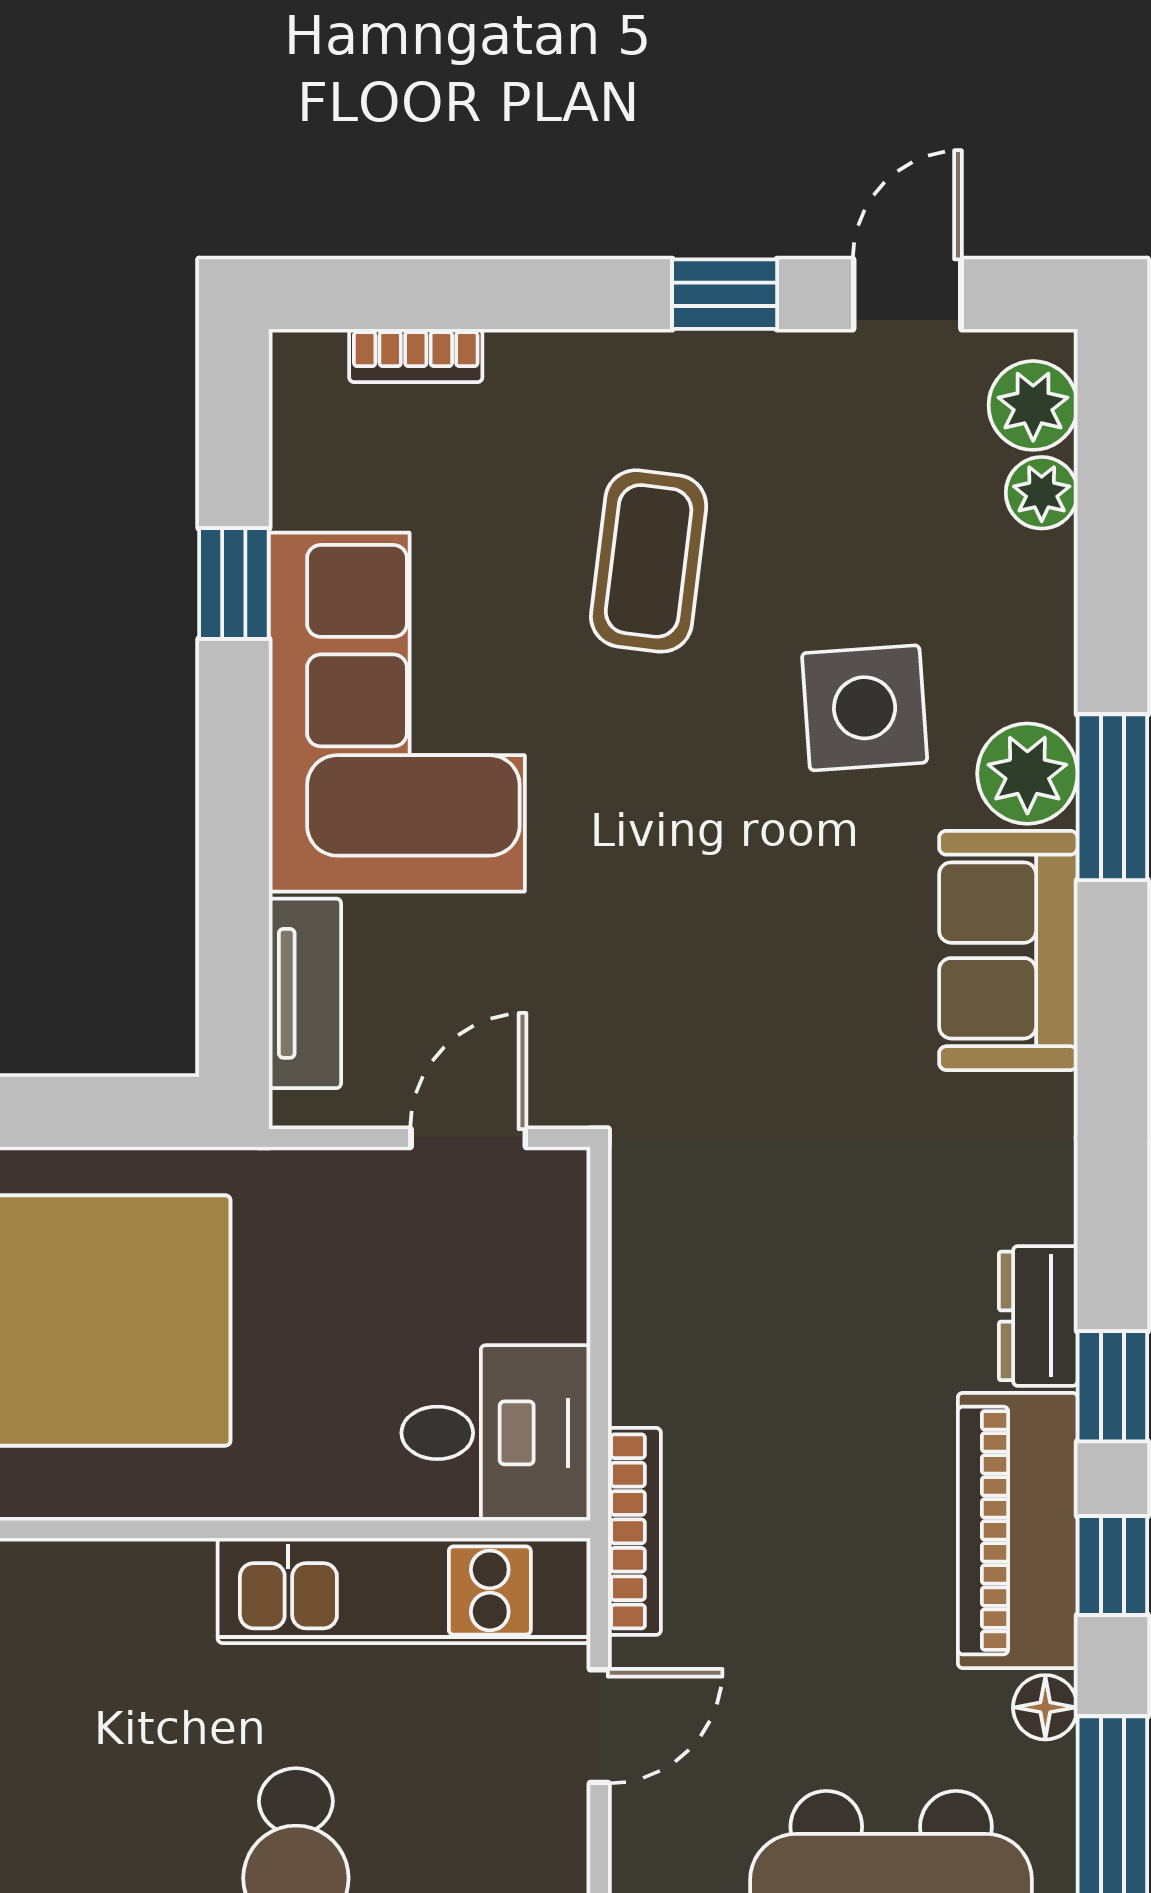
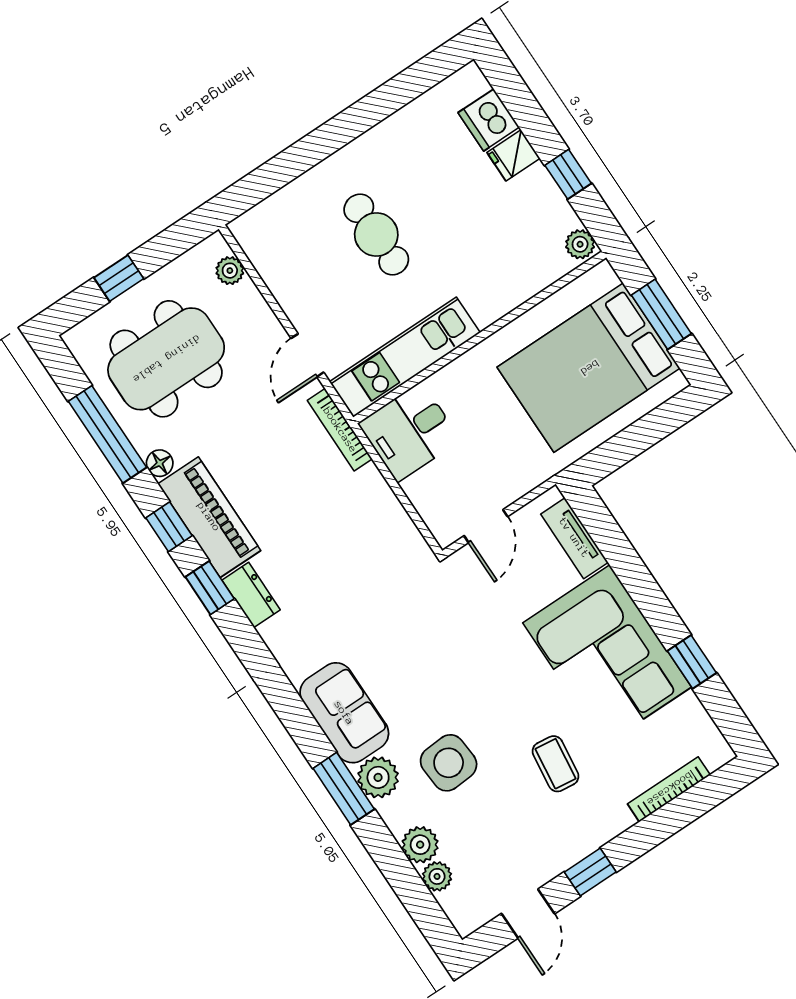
bookcase: (416, 356) -> (669, 789), width x1.56
plant: (1033, 405) -> (420, 845), moved
coffee table: (649, 561) -> (556, 764), width x0.73, depth x0.77

